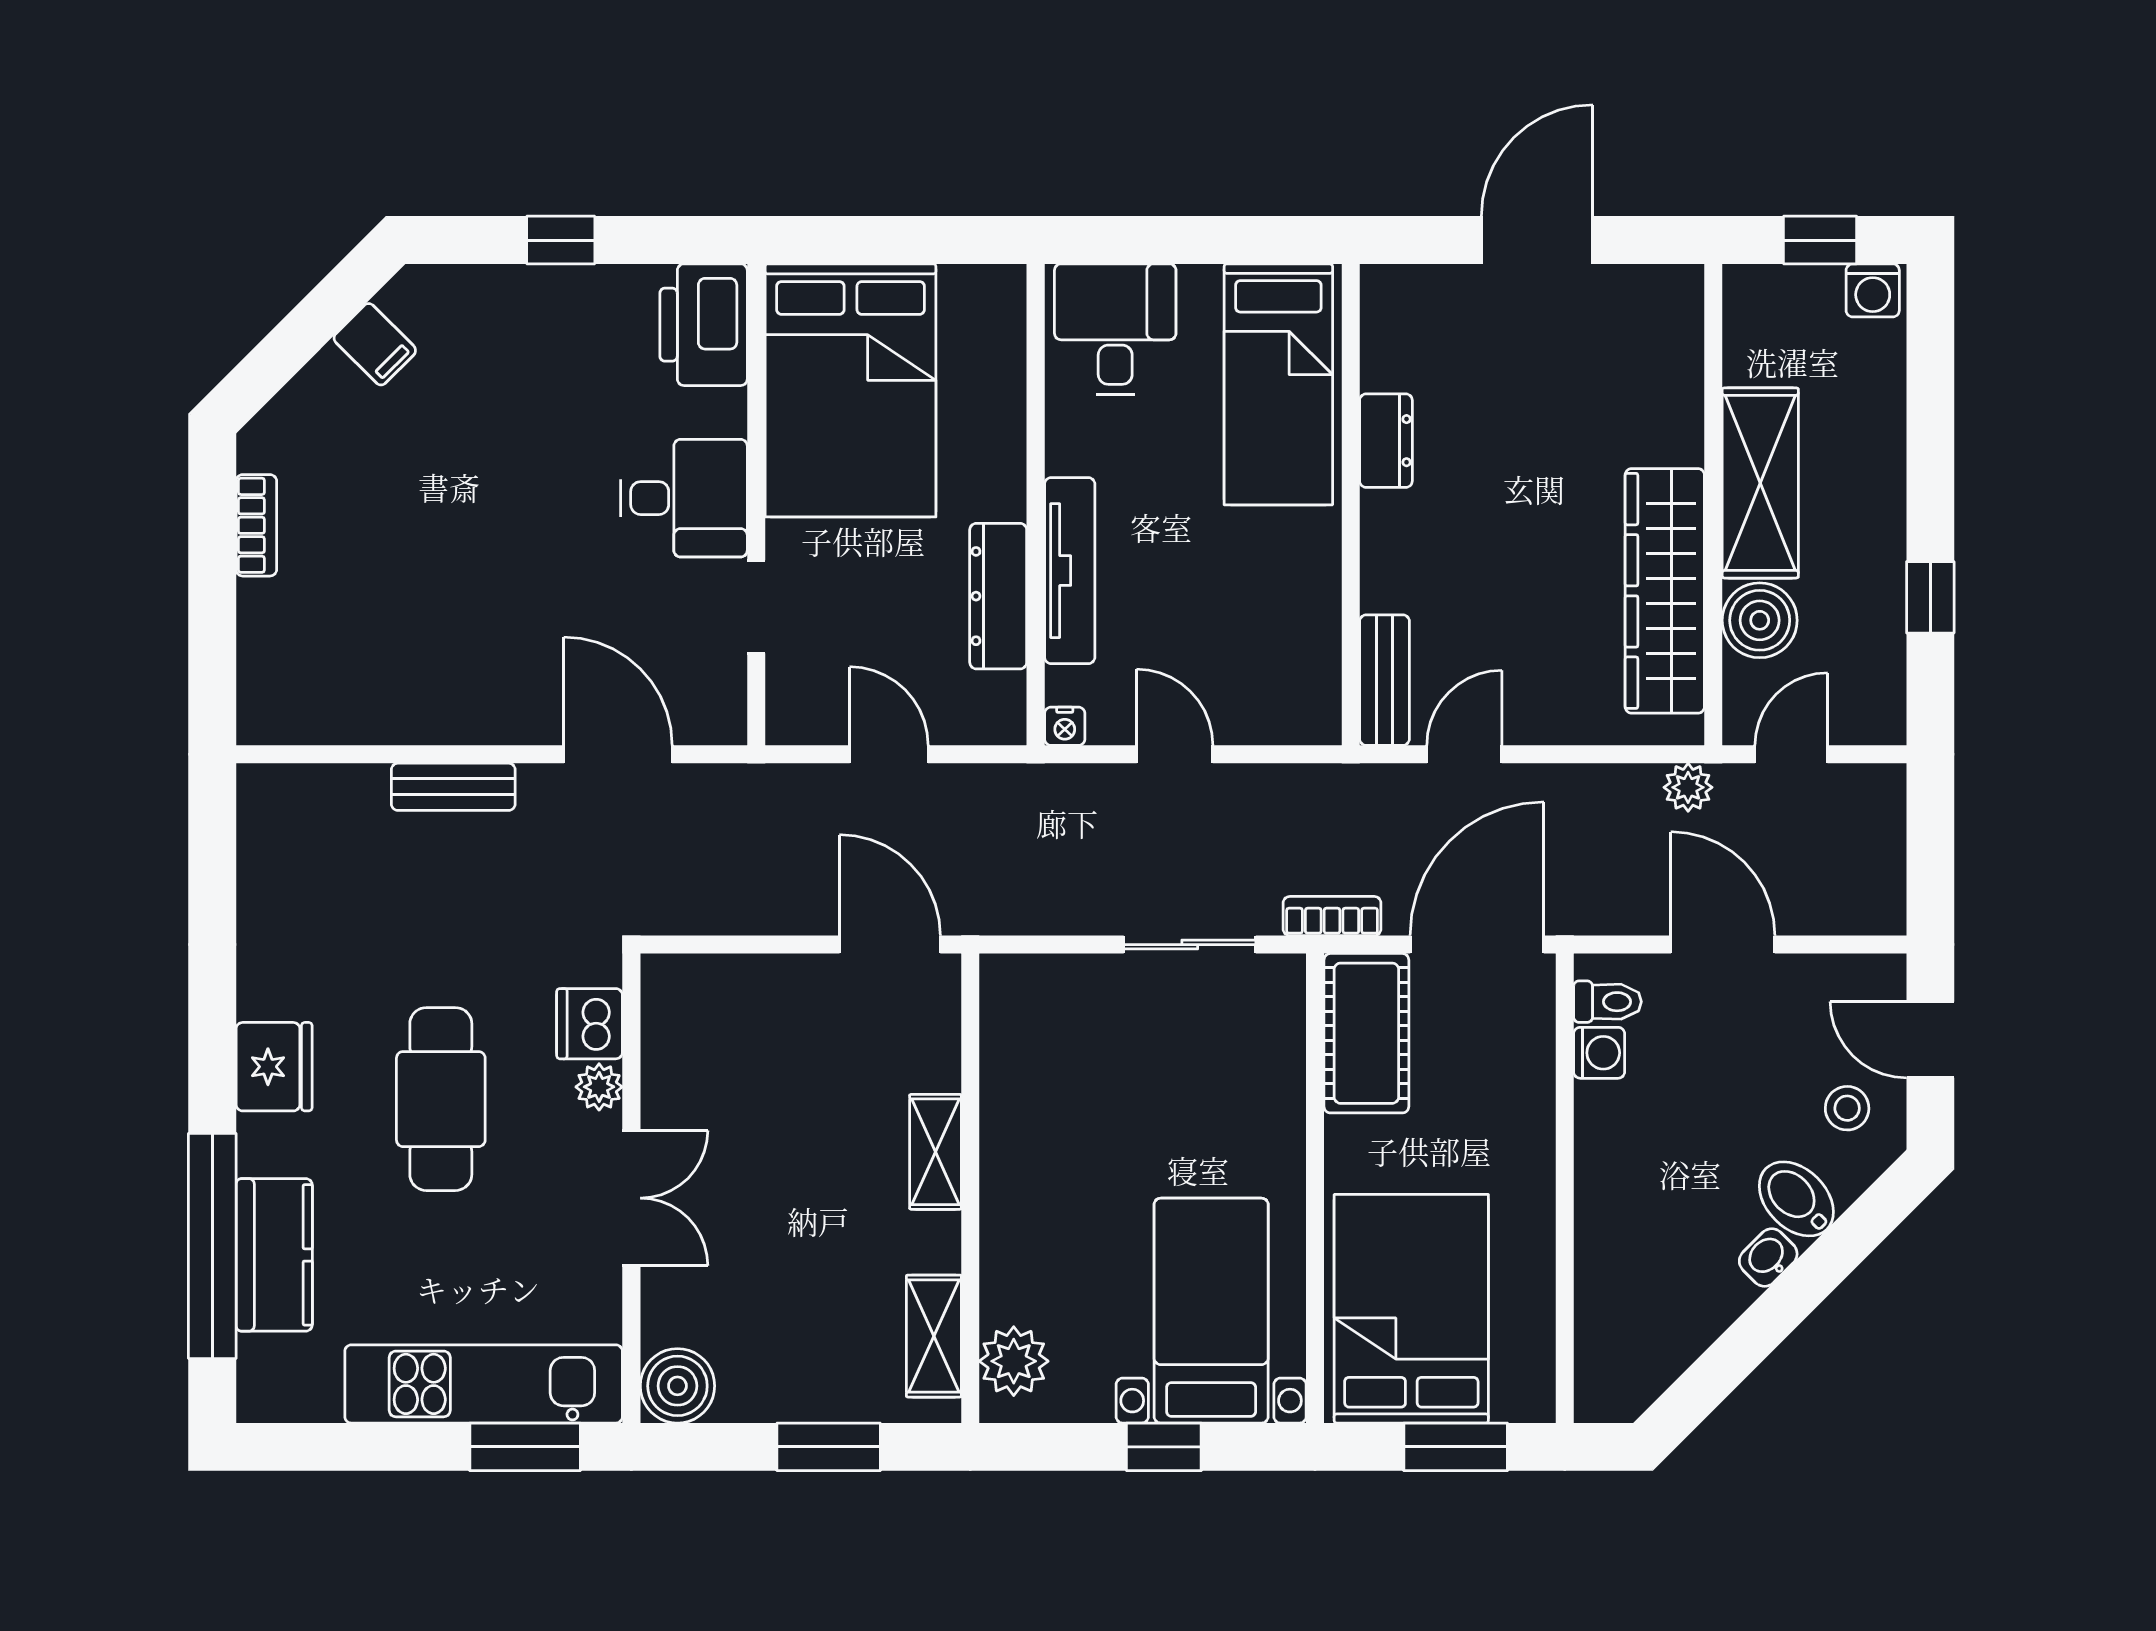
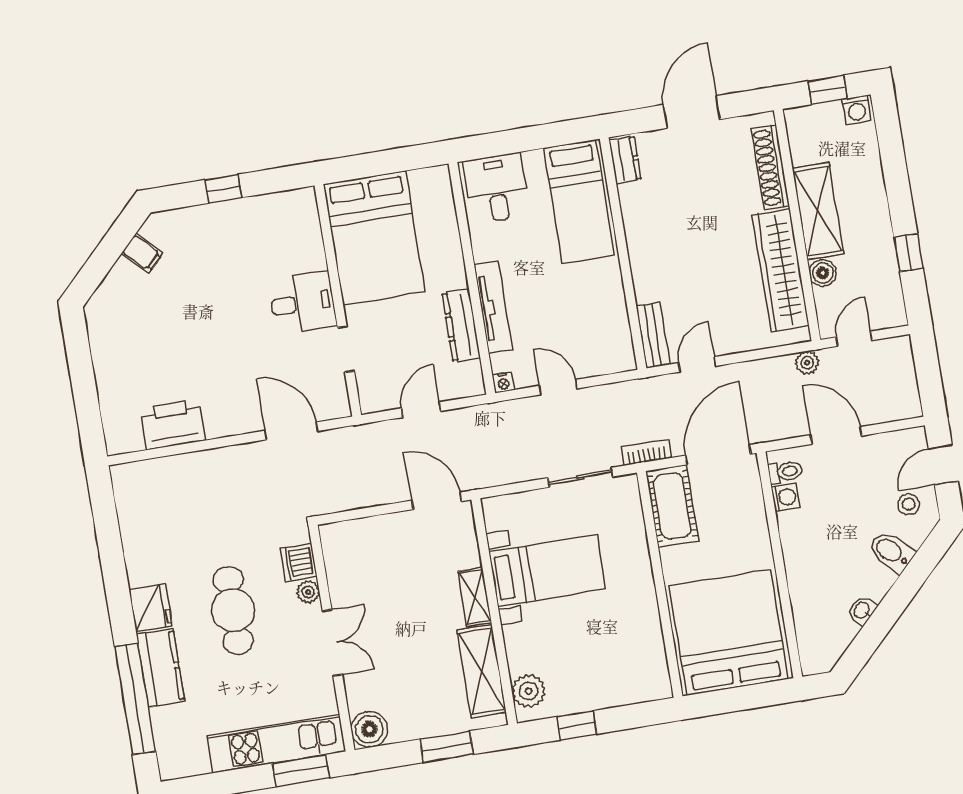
printer: (704, 325) -> (173, 424), moved, turned 90
shoe rack: (1678, 379) -> (770, 167), added
dresser: (1386, 441) -> (625, 160), moved
bookcase: (256, 525) -> (100, 349), removed
boiler: (1760, 620) -> (823, 273), width x0.73, depth x0.73
door: (889, 754) -> (421, 410), hinge flipped
bench: (453, 787) -> (215, 460), removed
door: (1930, 1040) -> (943, 465), hinge flipped
kitchen counter: (274, 1255) -> (161, 668), moved
washbasin: (1768, 1257) -> (862, 611), moved
bed: (1411, 1309) -> (729, 632), width x1.36
bed with nightstands: (1211, 1311) -> (547, 571), moved, turned 90
shelving: (934, 1336) -> (482, 671), width x1.50, depth x1.33
window: (1164, 1447) -> (577, 725), moved
window: (1456, 1447) -> (747, 697), removed

